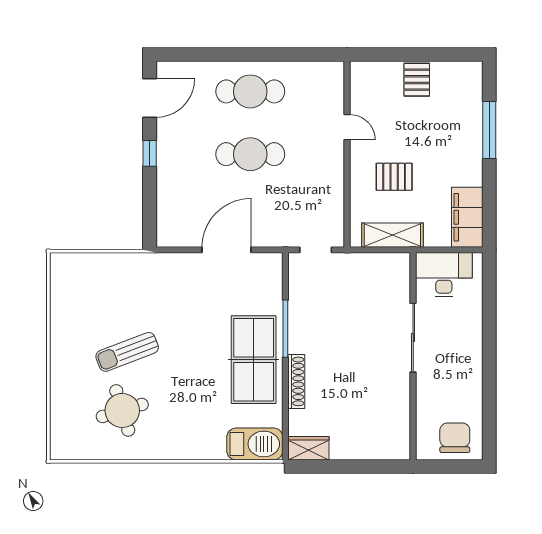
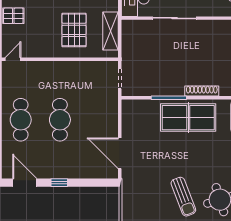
door: (347, 127) -> (13, 59), moved
pallet: (394, 177) -> (74, 30), width x1.50, depth x1.42
door: (227, 250) -> (120, 153), moved

